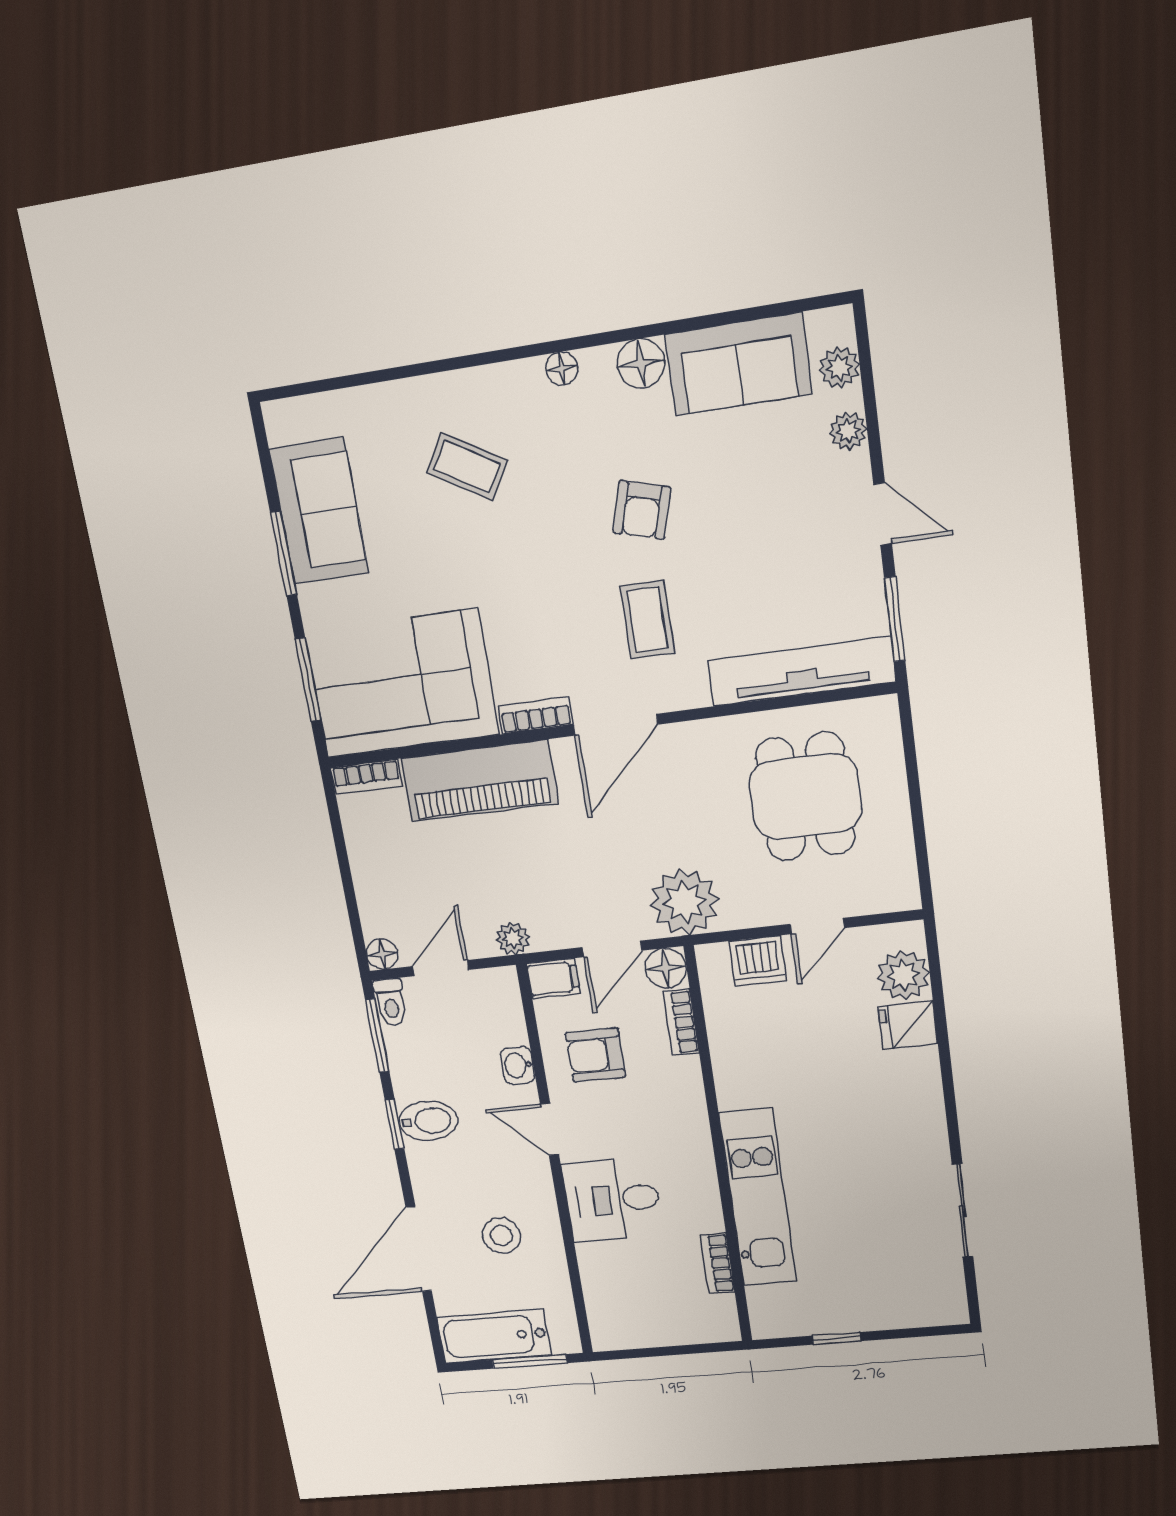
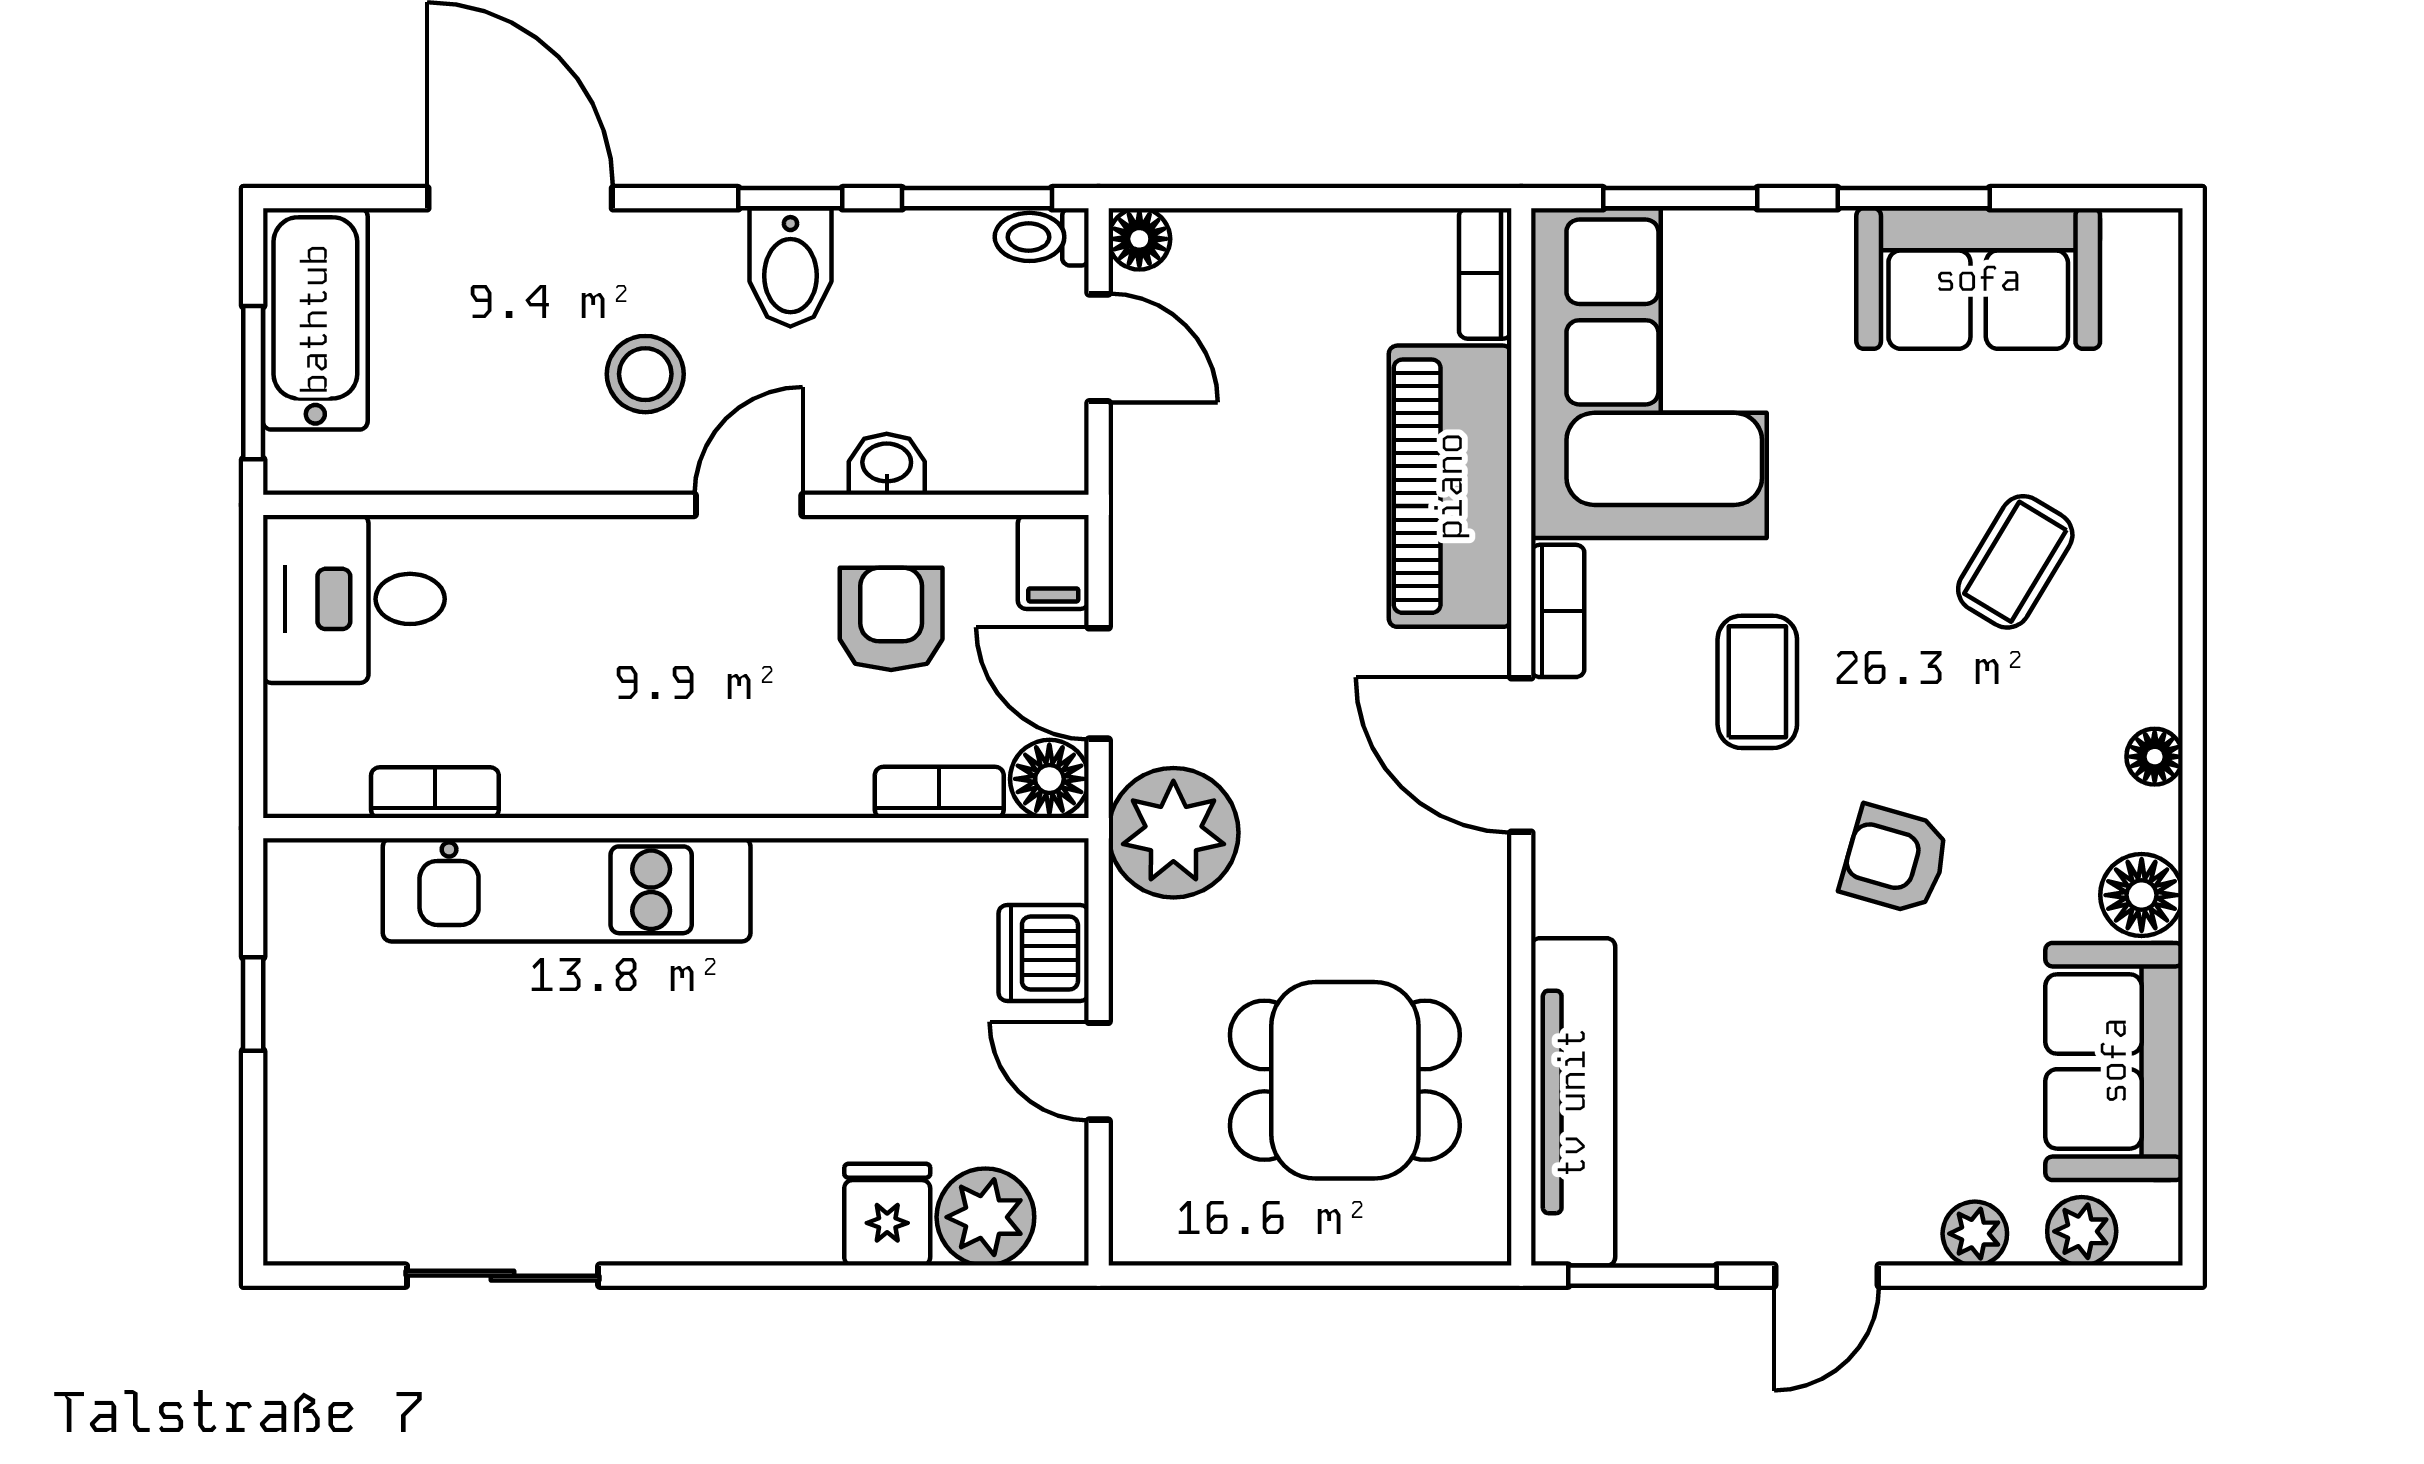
coffee table: (647, 620) -> (1757, 682), moved, turned 90
plant: (513, 938) -> (1141, 498), removed
desk: (612, 1200) -> (354, 599), moved, turned -90
stool: (501, 1236) -> (645, 374), moved

